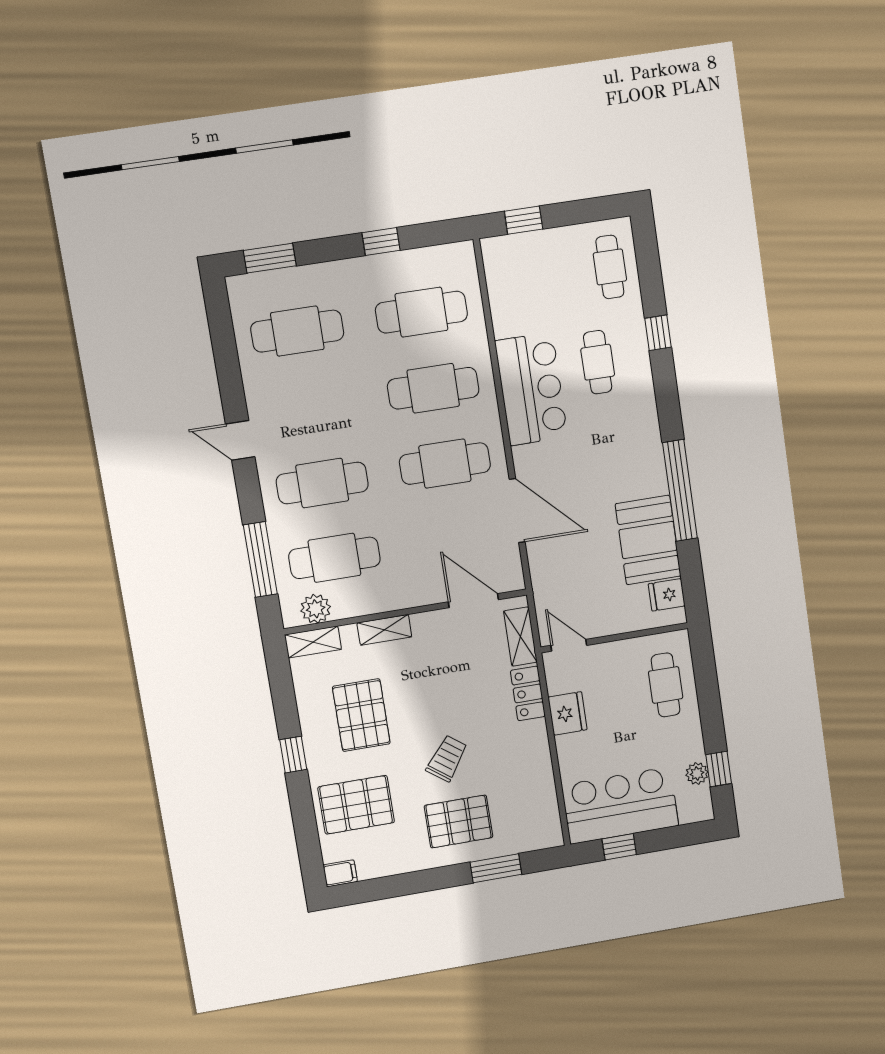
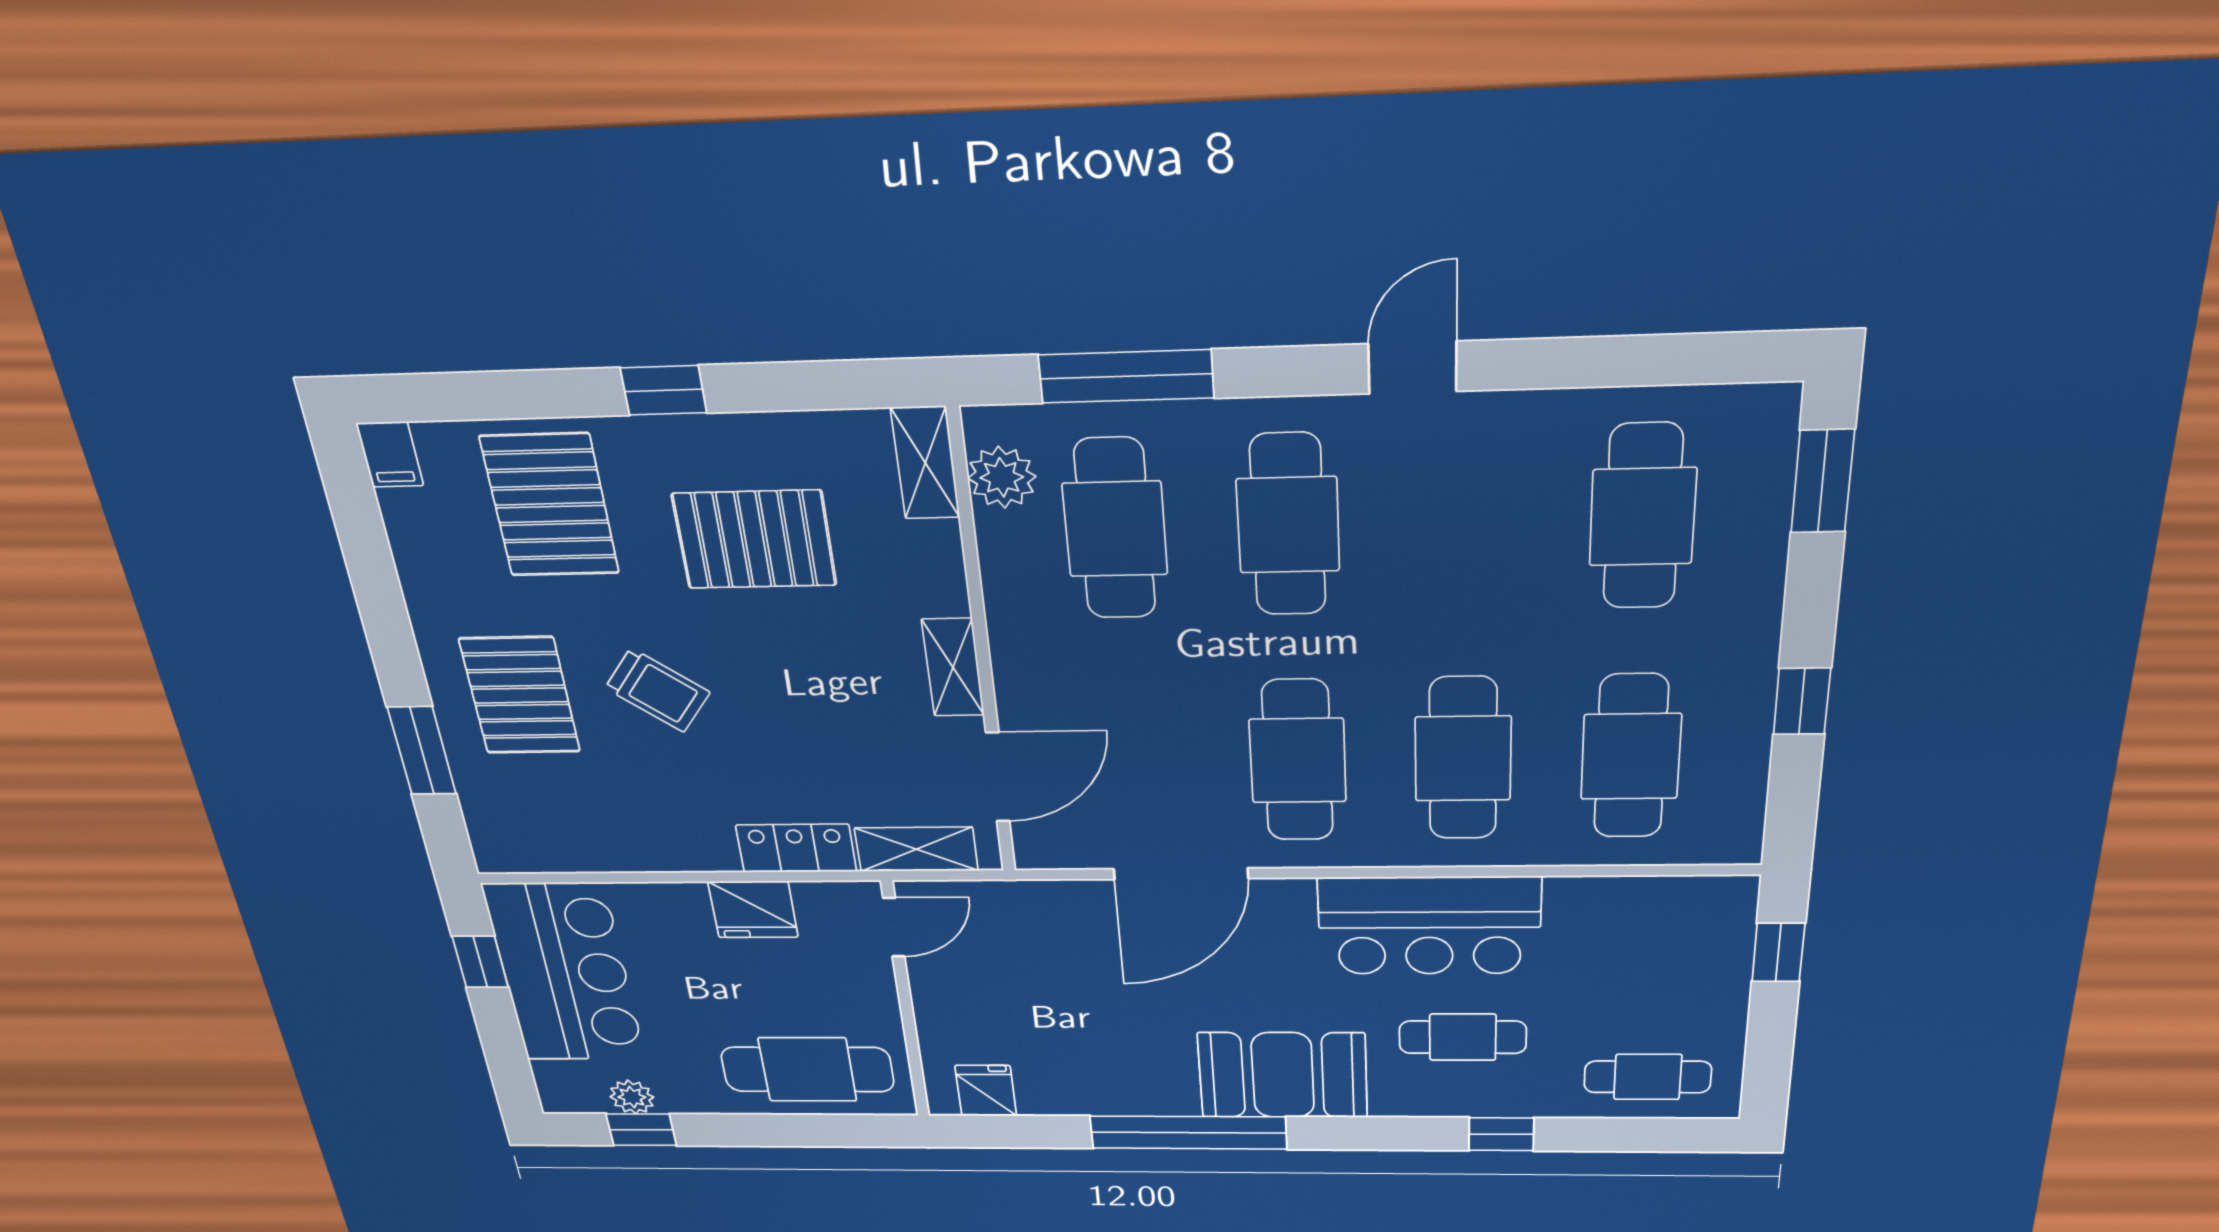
booth: (648, 540) -> (1283, 1075), moved
shelving: (384, 630) -> (953, 667), moved
cafe table: (666, 685) -> (807, 1069), width x1.37, depth x1.35

